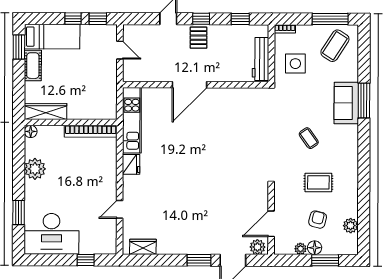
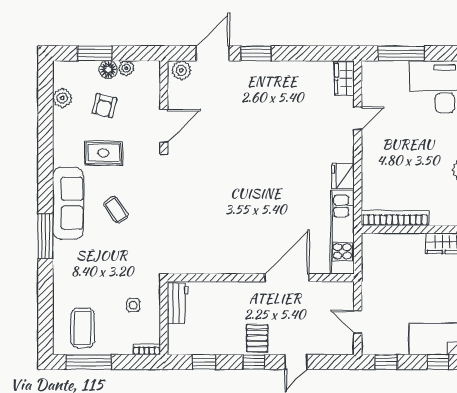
window: (73, 19) -> (438, 362), moved
coffee table: (335, 46) -> (83, 328), turned -33
workbench: (260, 59) -> (178, 303), width x0.73
side table: (295, 64) -> (133, 305), width x0.54, depth x0.54
door: (190, 85) -> (287, 278), moved
window: (364, 101) -> (45, 236), moved
sofa: (346, 103) -> (68, 203), moved, width x1.36
door: (271, 224) -> (164, 126), moved
wardrobe: (143, 247) -> (344, 79), moved, turned 90
window: (86, 260) -> (401, 53), width x2.17

